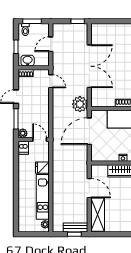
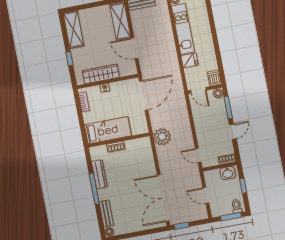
door: (51, 44) -> (206, 195), swing flipped
double door: (89, 66) -> (163, 198), moved
door: (89, 131) -> (144, 95), moved

